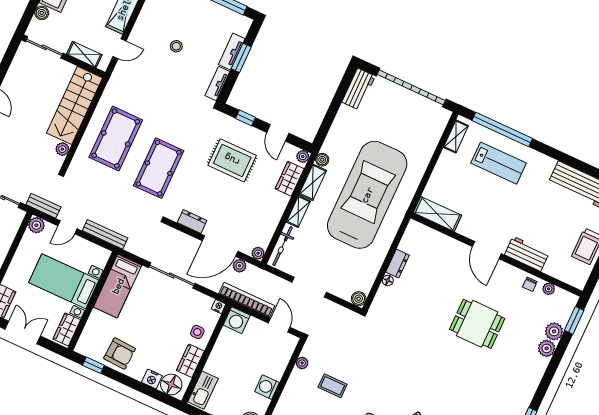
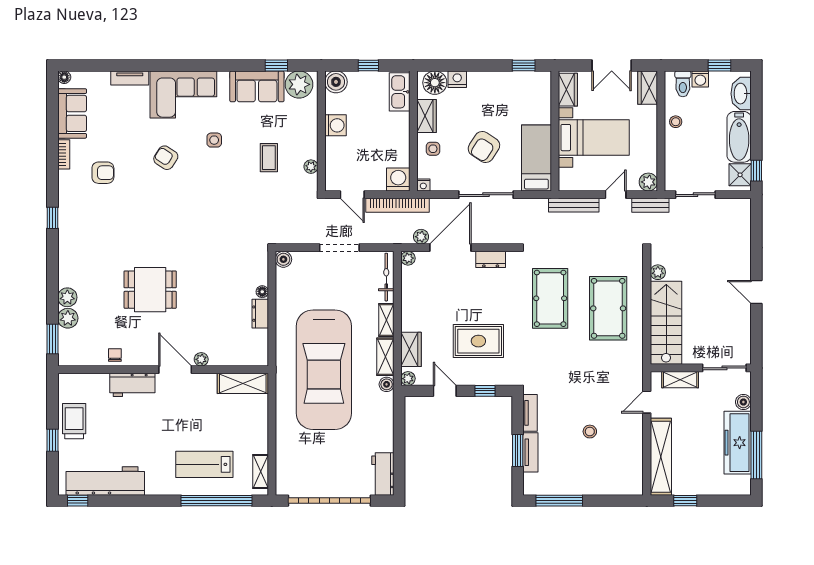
plant: (549, 289) -> (201, 359), moved
armchair: (120, 354) -> (484, 147), moved, turned -60
coffee table: (333, 386) -> (269, 158), turned 90

